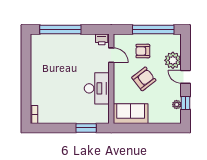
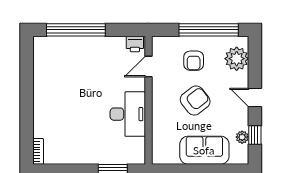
armchair: (143, 51) -> (194, 61), turned -90
door: (111, 55) -> (149, 67), swing flipped
plant: (173, 60) -> (237, 59), moved
sofa: (131, 114) -> (204, 150), moved

